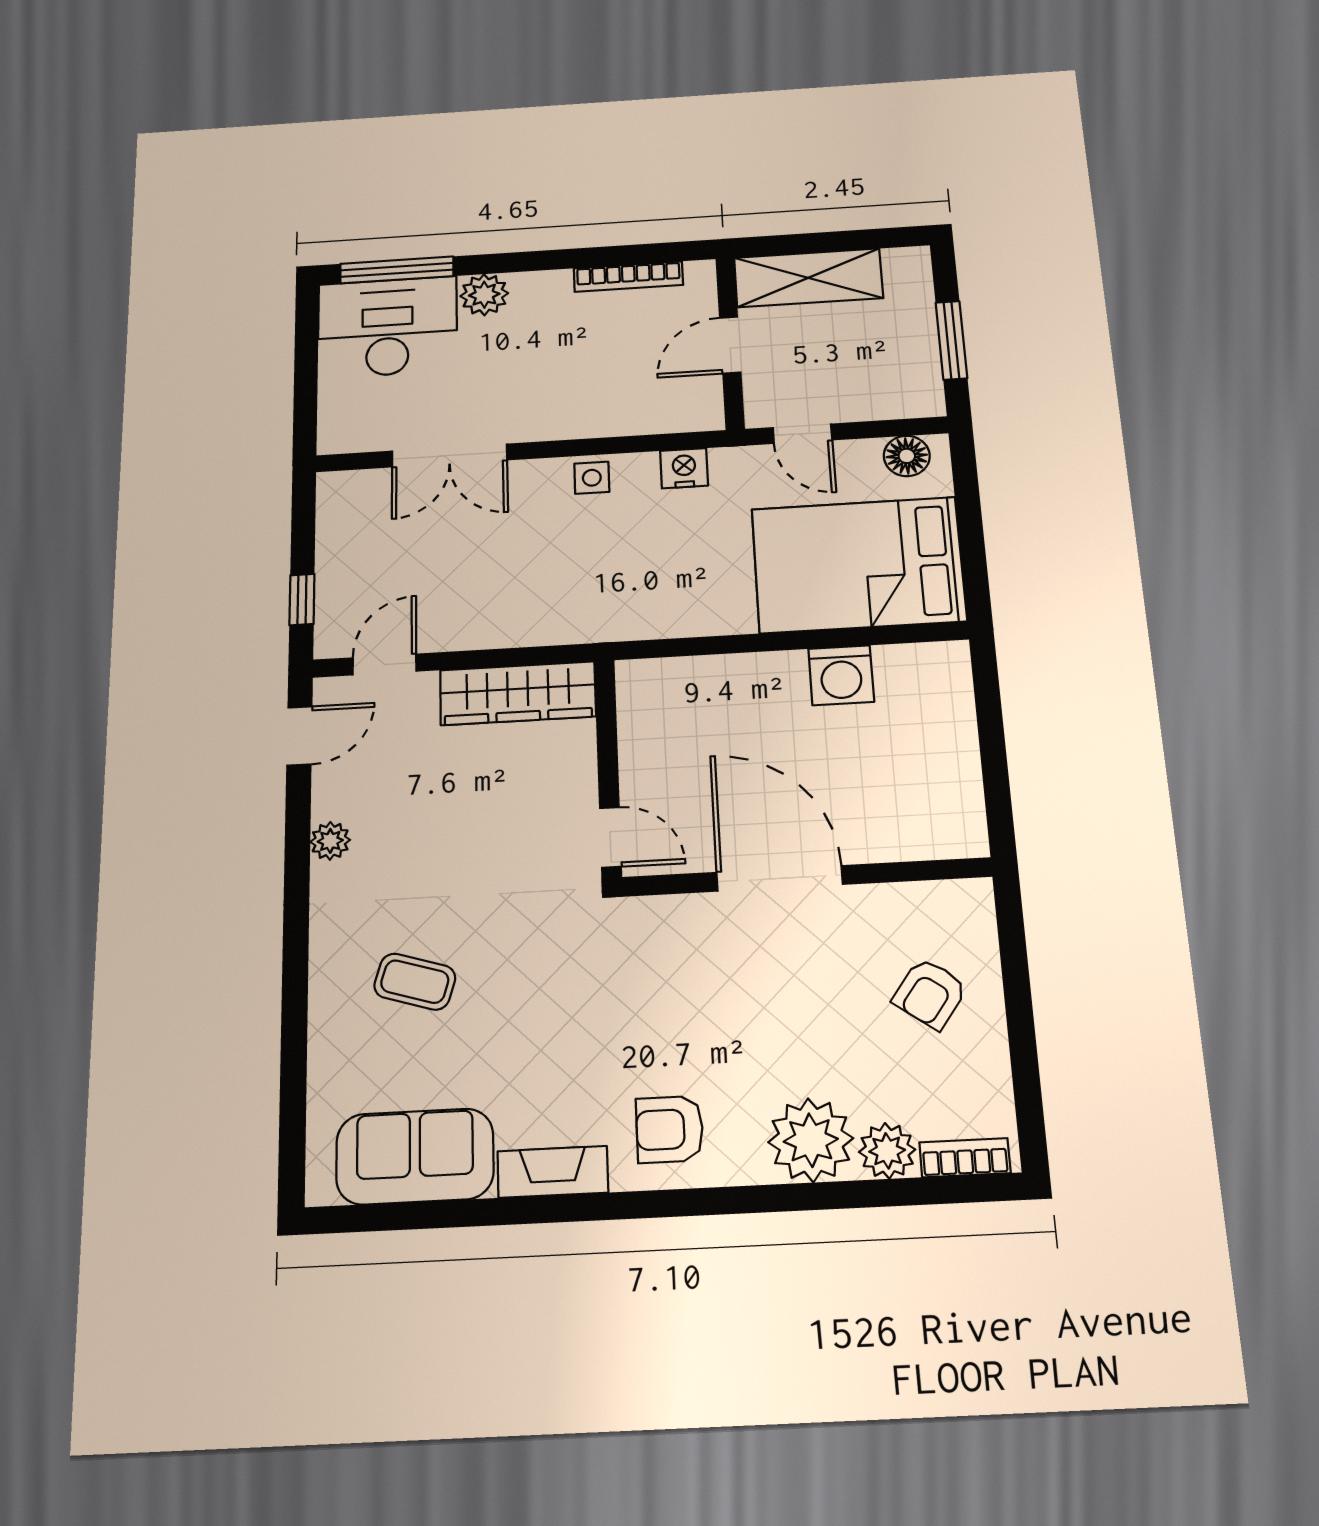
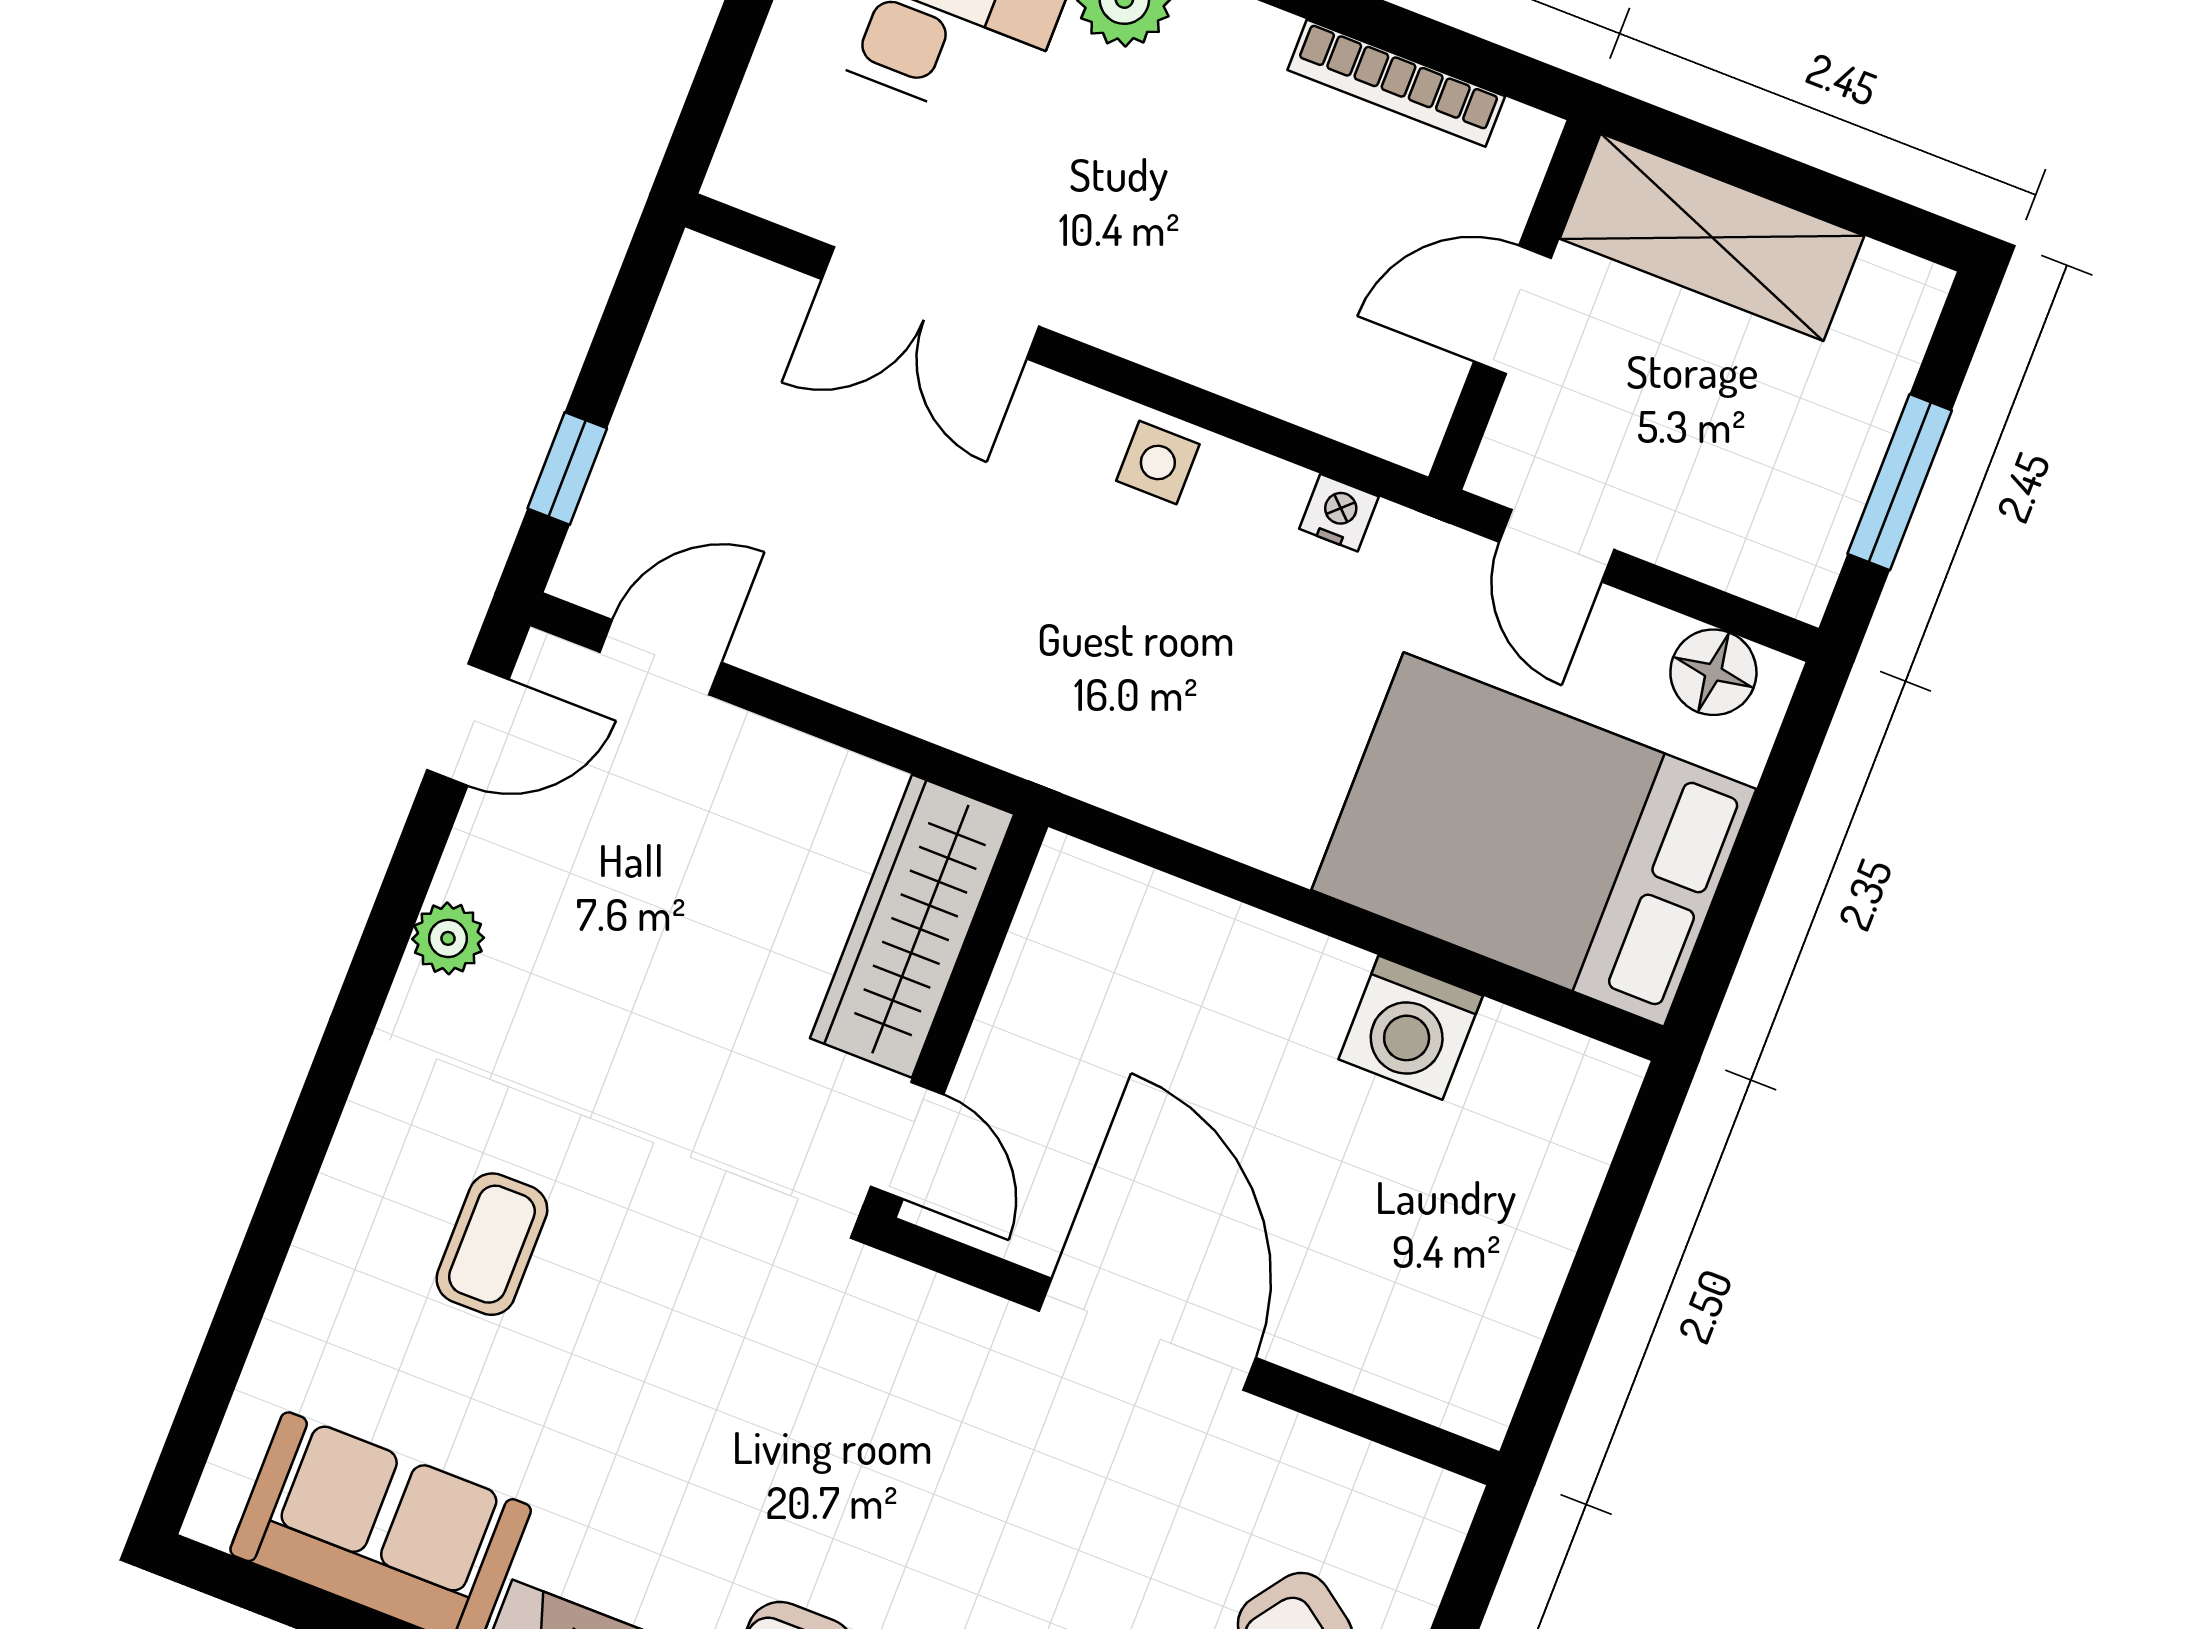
nightstand: (684, 468) -> (1339, 513), width x0.72, depth x0.74
wardrobe: (518, 693) -> (912, 926), moved, turned 90
coffee table: (415, 982) -> (492, 1244), turned 73

